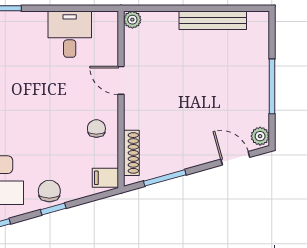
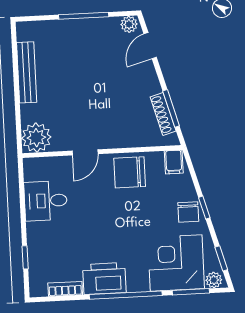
plant: (132, 20) -> (36, 138), width x1.87, depth x1.87
chair: (96, 129) -> (130, 172), width x1.87, depth x1.87
shoe rack: (131, 153) -> (163, 114), moved, turned -106
chair: (49, 191) -> (188, 212), turned -90

